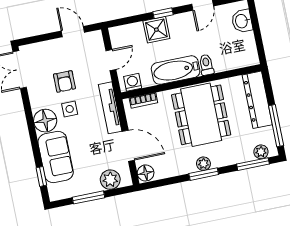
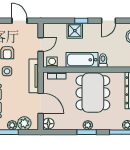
plant: (93, 186) -> (12, 125), added

